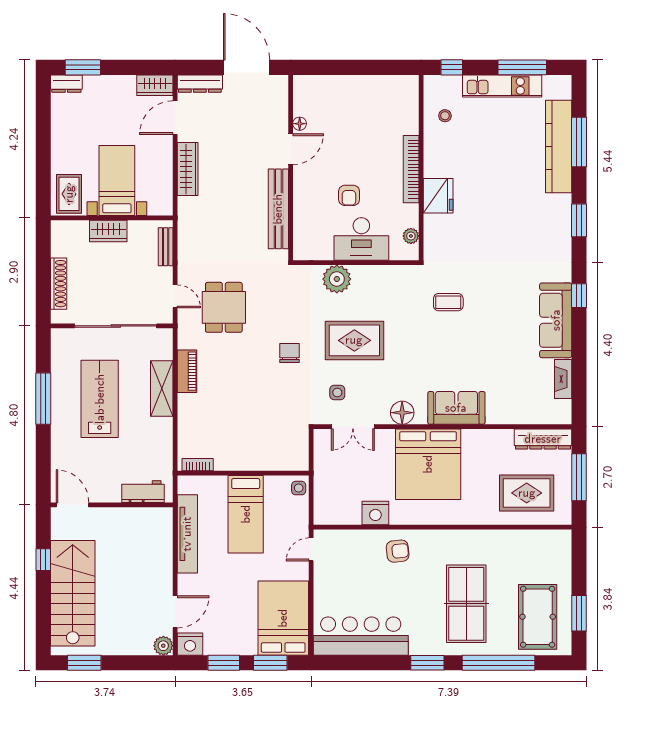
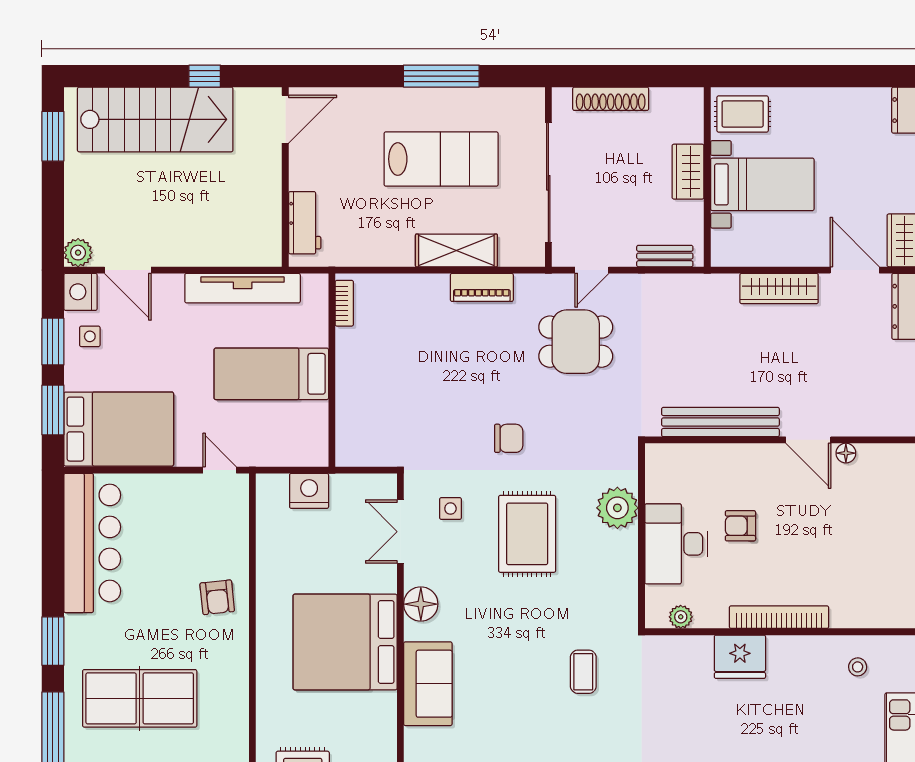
side table: (299, 488) -> (90, 336), moved
nightstand: (375, 513) -> (309, 491), moved, turned 90

